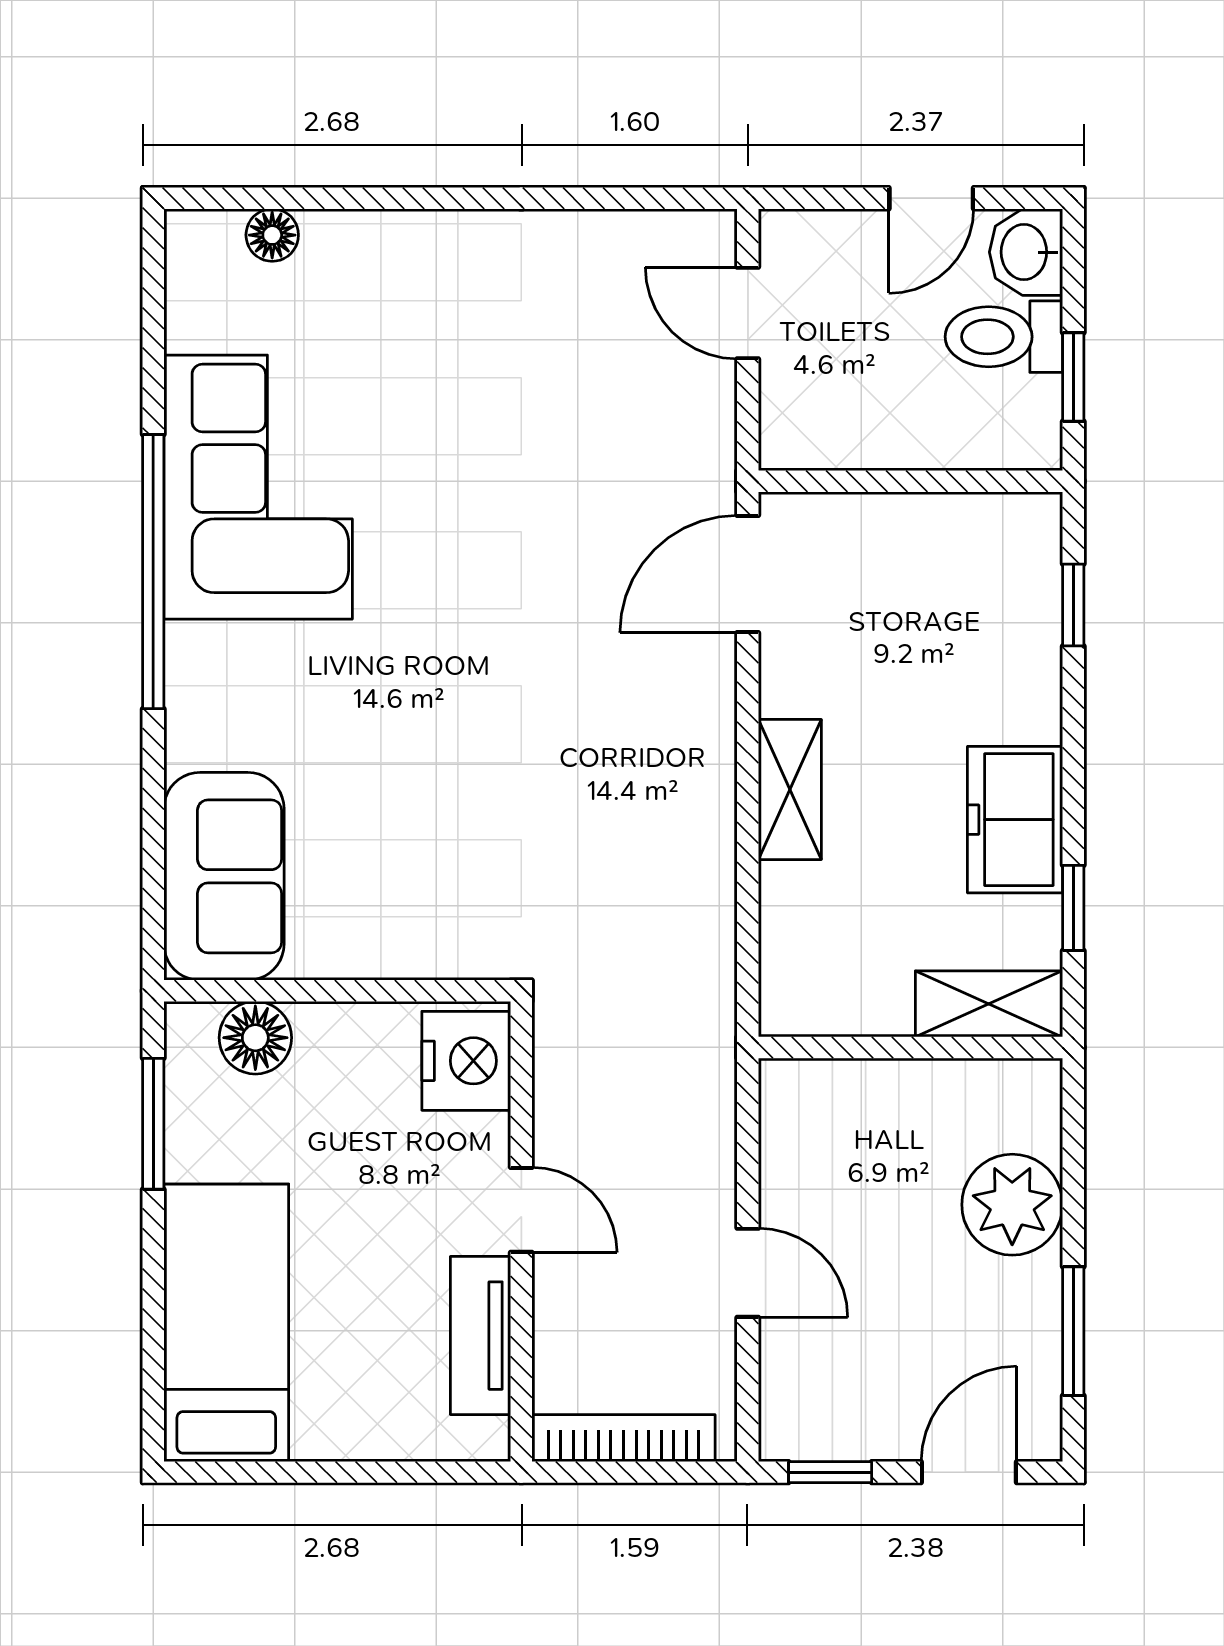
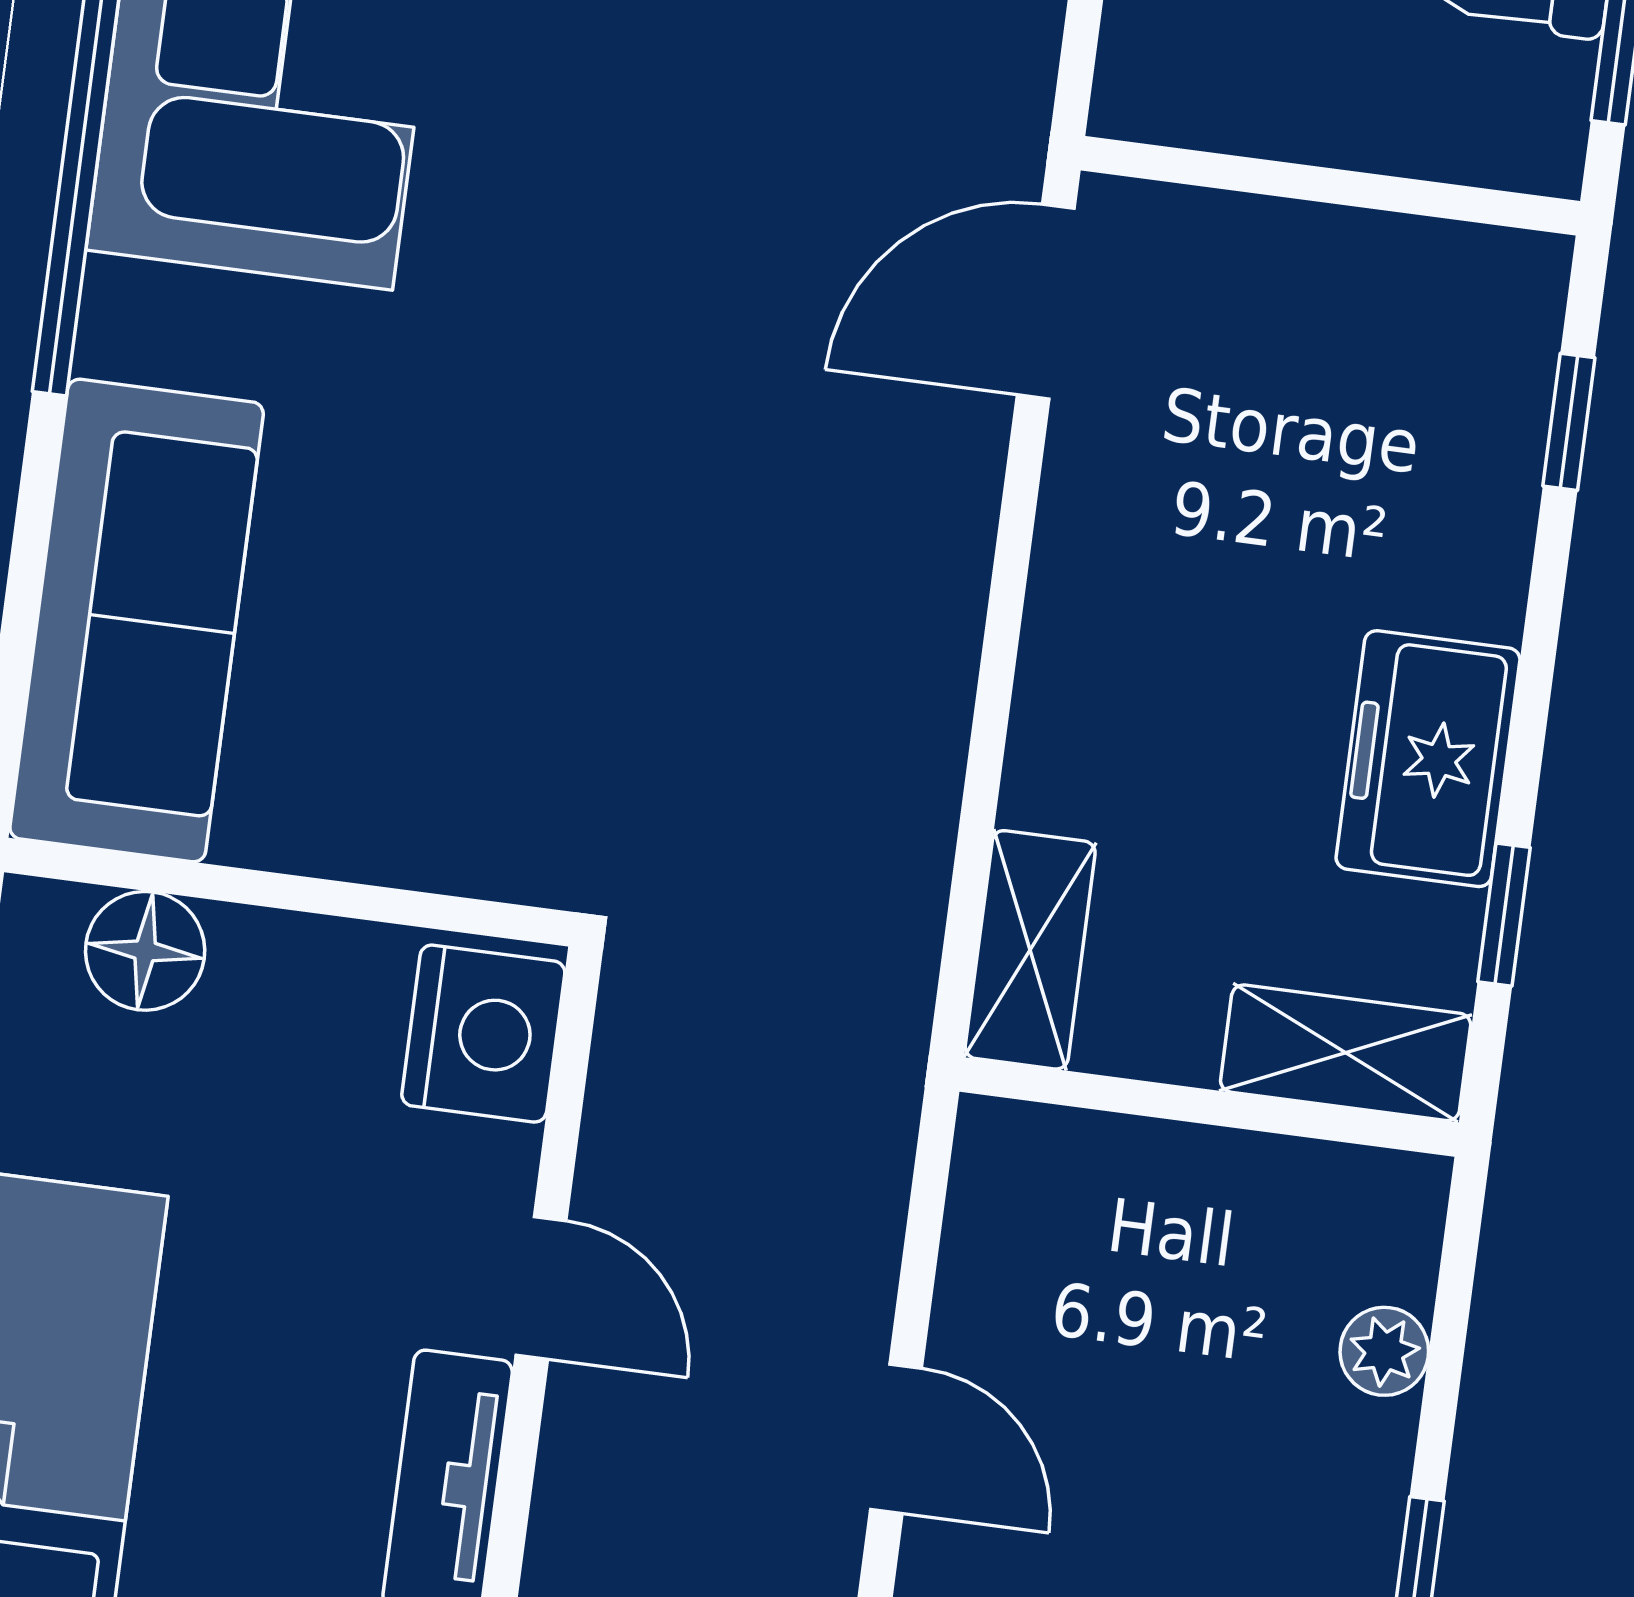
shelving: (790, 789) -> (1030, 950), moved
sofa: (224, 876) -> (137, 621), width x1.36
plant: (1012, 1205) -> (1384, 1351), width x0.53, depth x0.53

